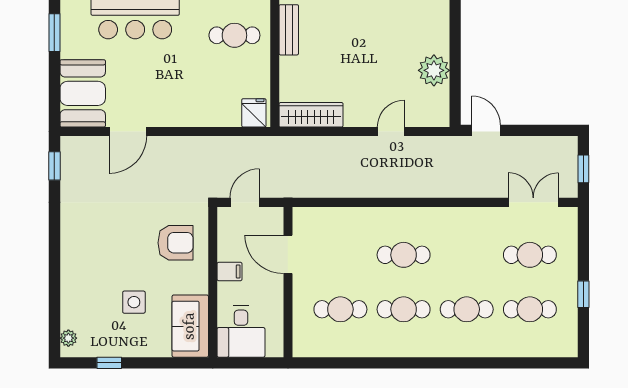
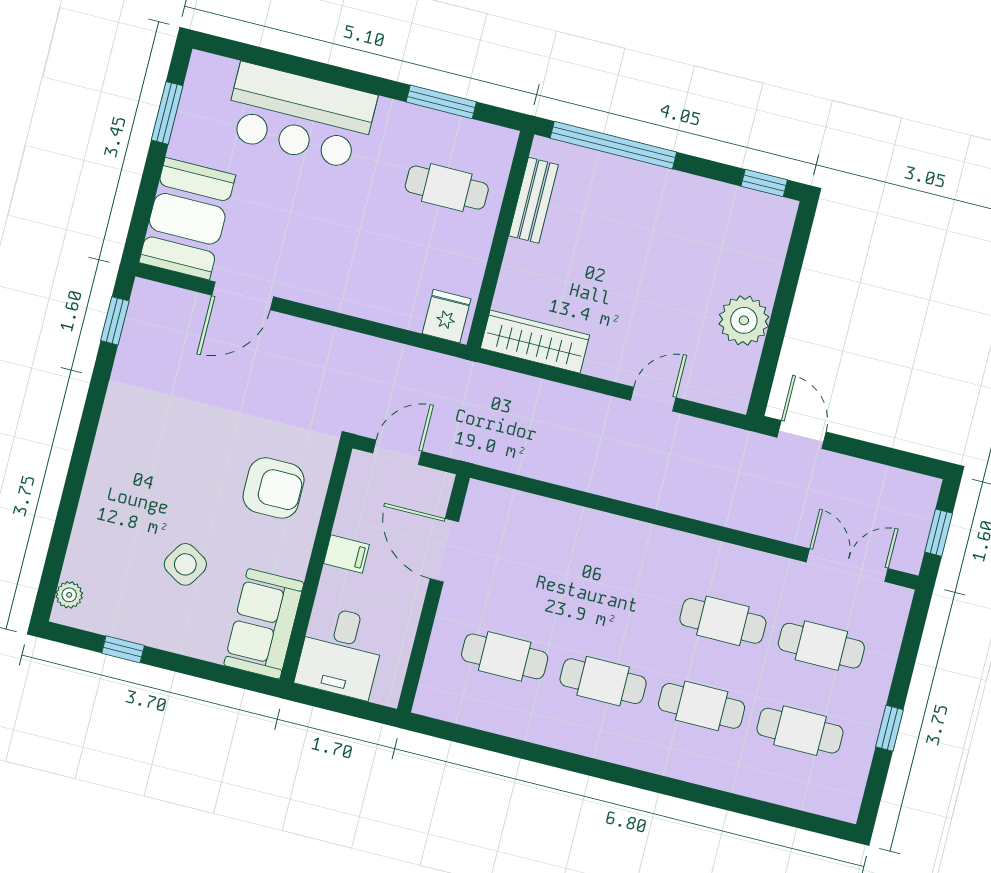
cafe table: (404, 255) -> (723, 621), moved
side table: (134, 302) -> (185, 564), turned 31

